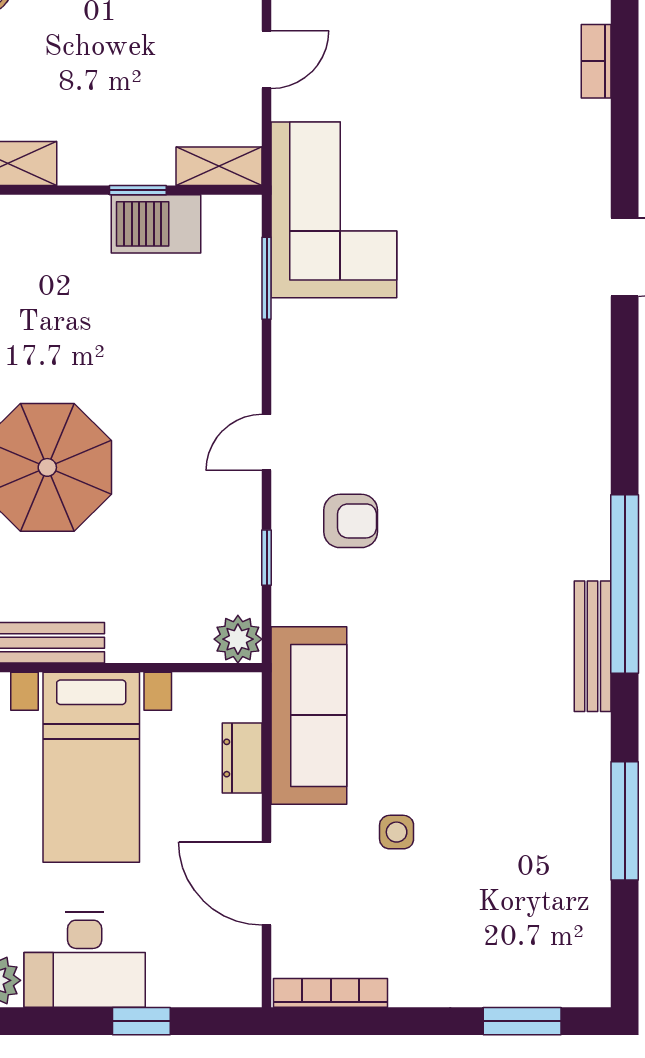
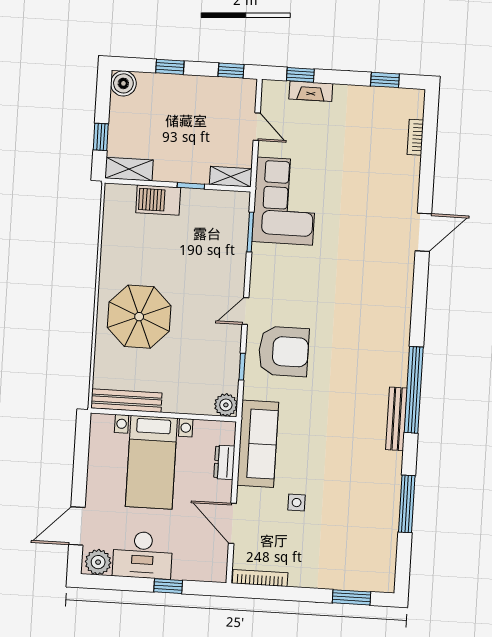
door: (267, 60) -> (257, 127), hinge flipped
barbecue: (156, 224) -> (158, 200), moved
armchair: (351, 521) -> (284, 351), width x1.88, depth x1.88

